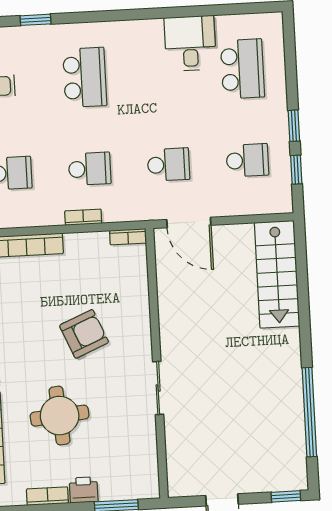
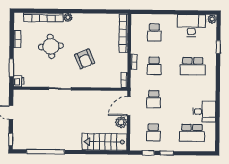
plant: (228, 238) -> (121, 122), added
printer: (84, 490) -> (19, 81), moved

